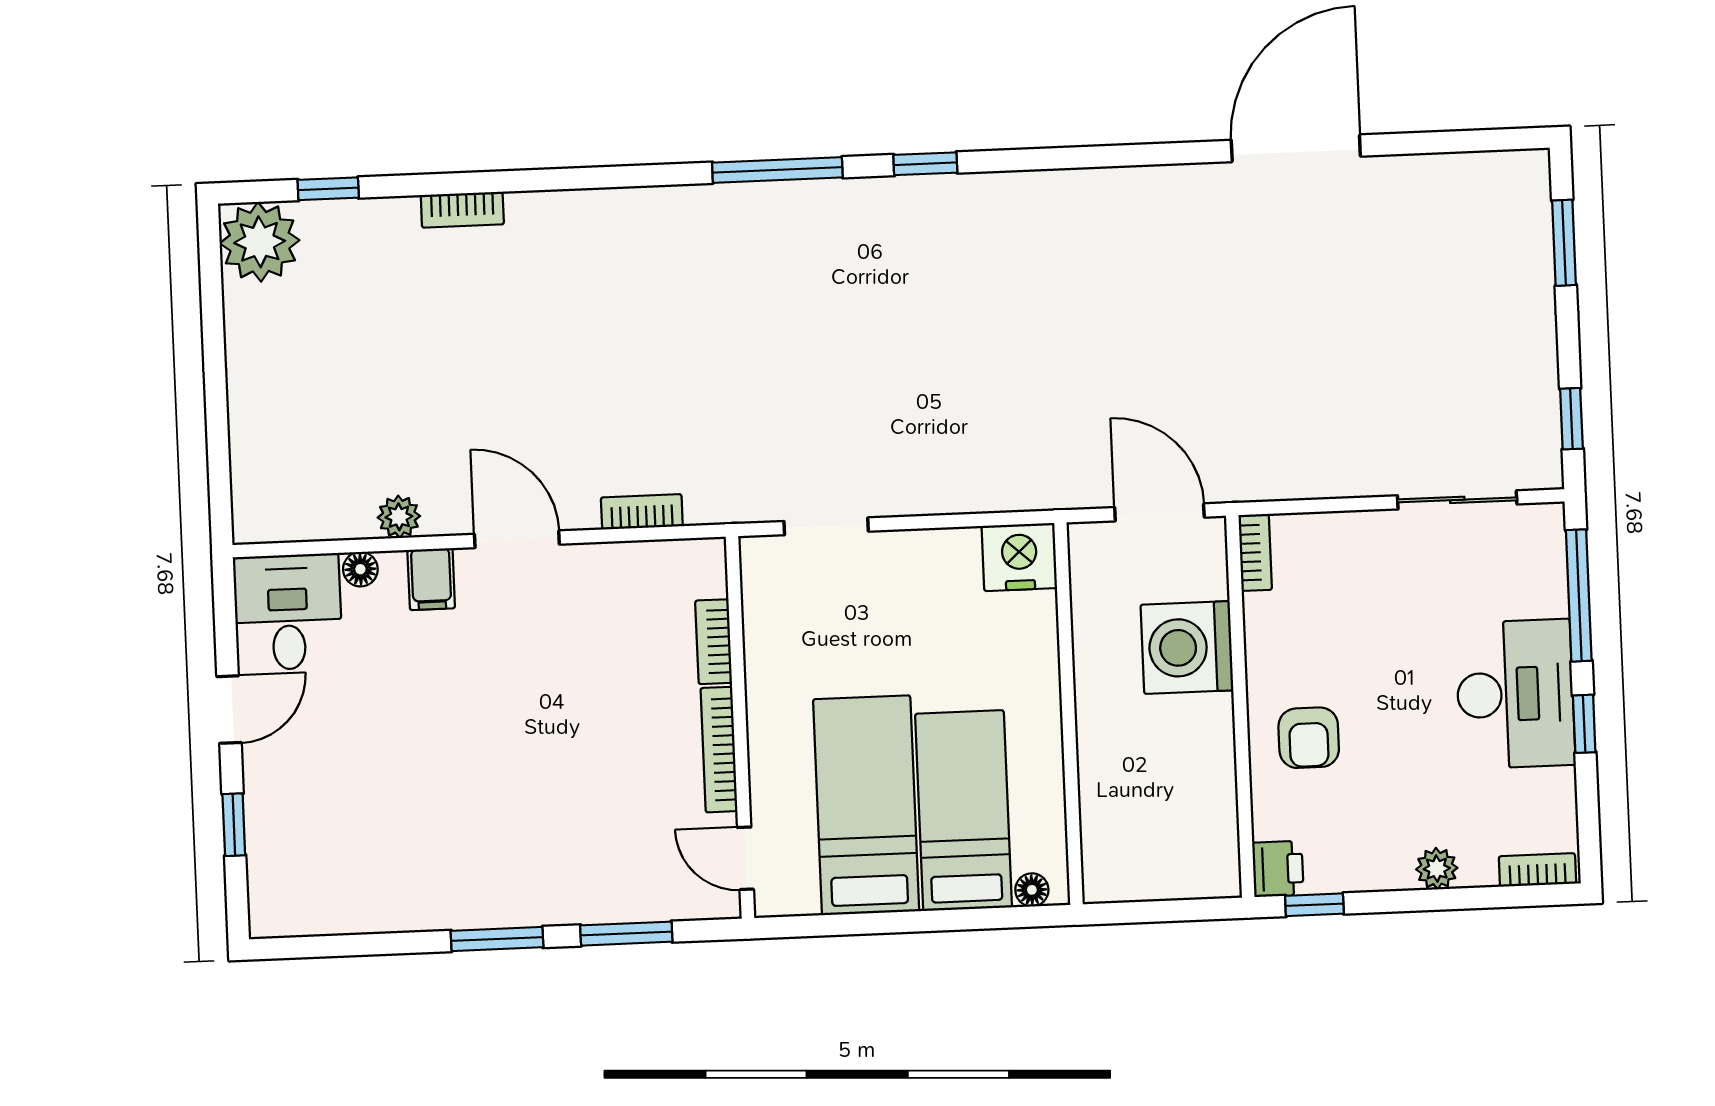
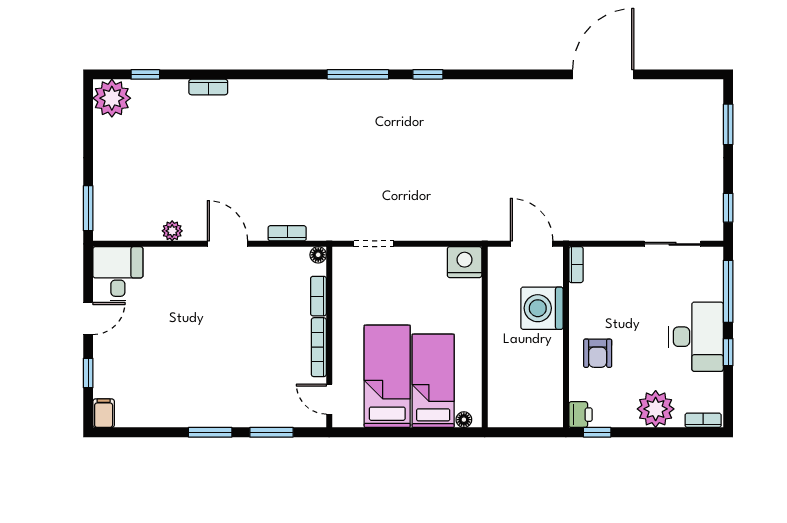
window: (219, 476) -> (88, 208), added
floor lamp: (360, 569) -> (318, 255), moved
filing cabinet: (431, 579) -> (104, 413), moved, turned 180
plant: (1437, 869) -> (656, 409), width x1.87, depth x1.87

